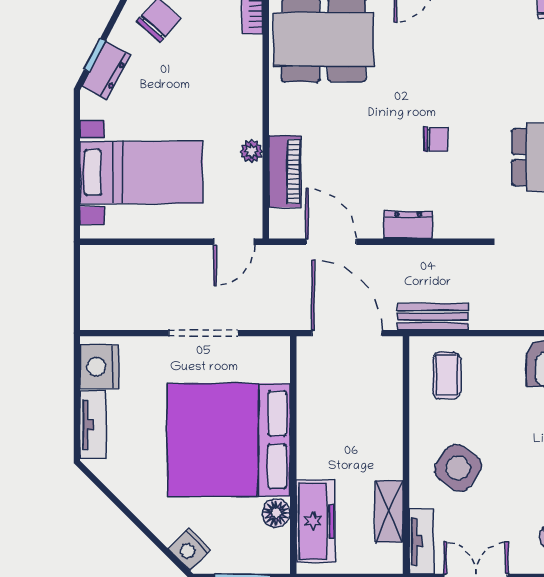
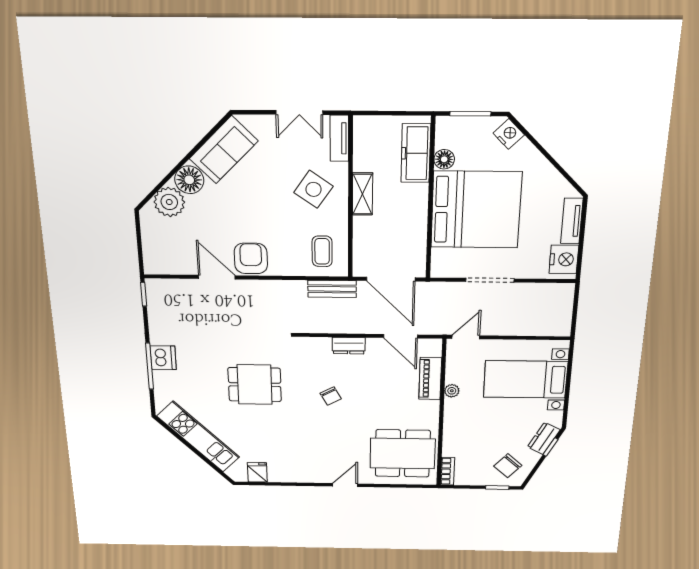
chair: (436, 139) -> (331, 396), turned -119
shelving: (389, 511) -> (362, 194), moved

